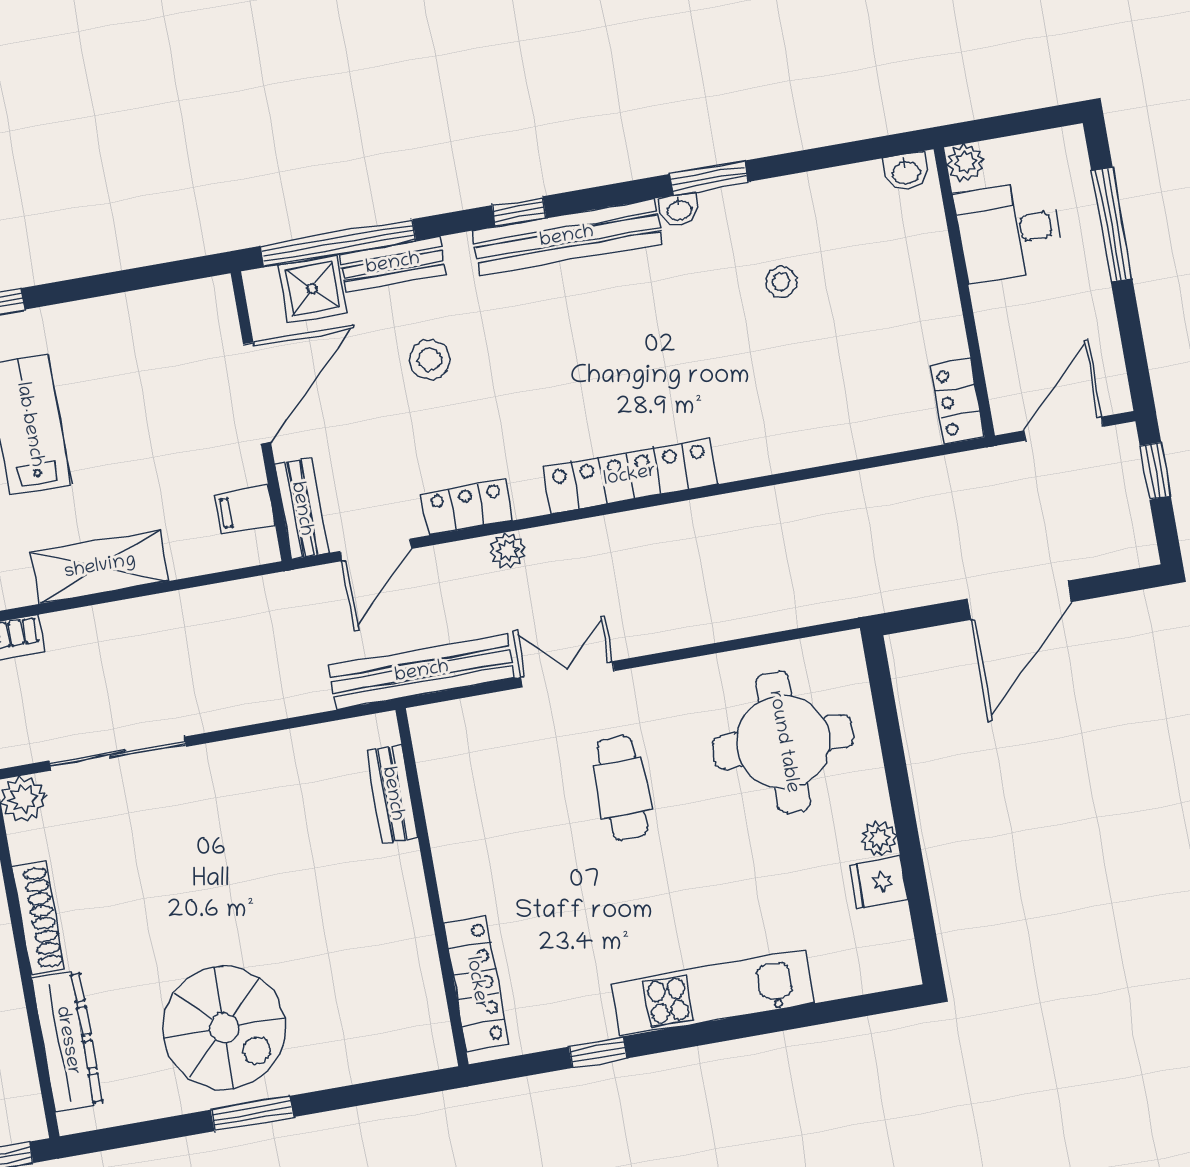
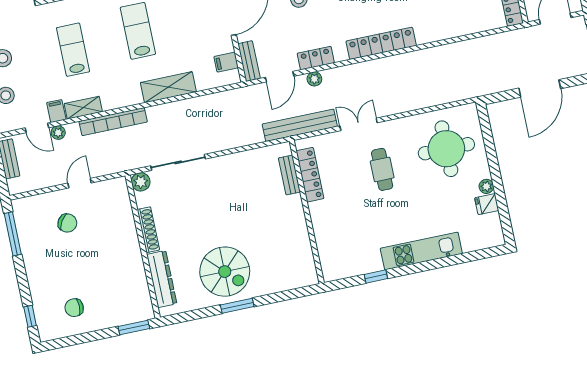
plant: (508, 550) -> (314, 79), moved
locker: (476, 983) -> (310, 175), moved

